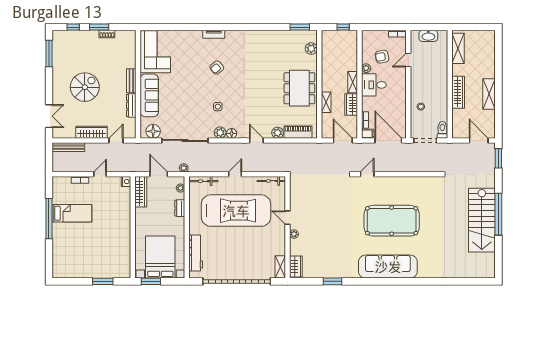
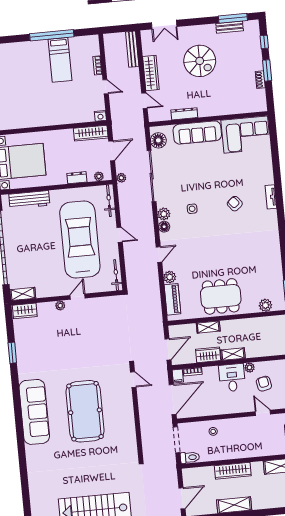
bench: (131, 81) -> (230, 27), moved
car: (236, 211) -> (80, 239), turned 180

